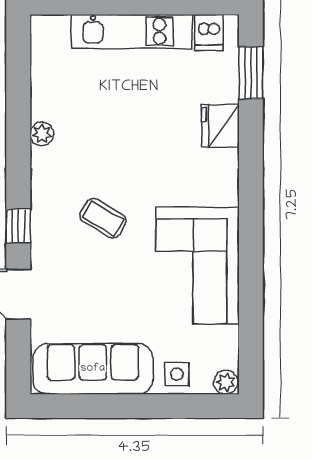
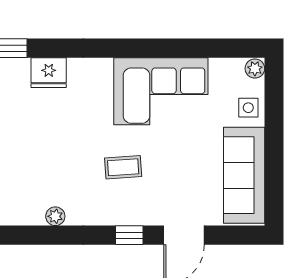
coffee table: (103, 218) -> (123, 167), turned 55

